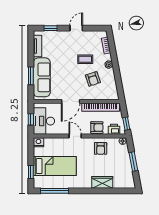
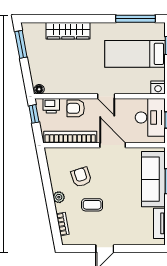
window: (51, 28) -> (141, 249), removed
door: (71, 101) -> (113, 145), hinge flipped
armchair: (101, 148) -> (70, 79), removed
window: (133, 161) -> (21, 44), moved
wardrobe: (102, 182) -> (68, 31), width x1.50

